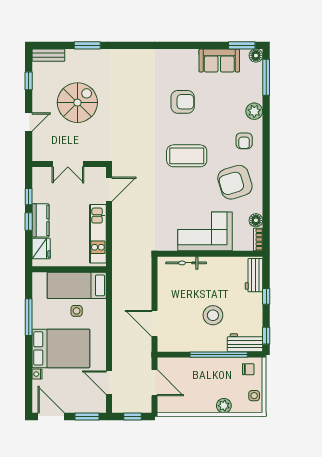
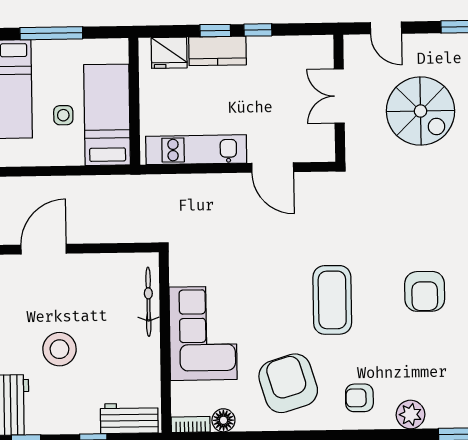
double door: (68, 164) -> (339, 96), moved
wall: (69, 164) -> (339, 98), moved

